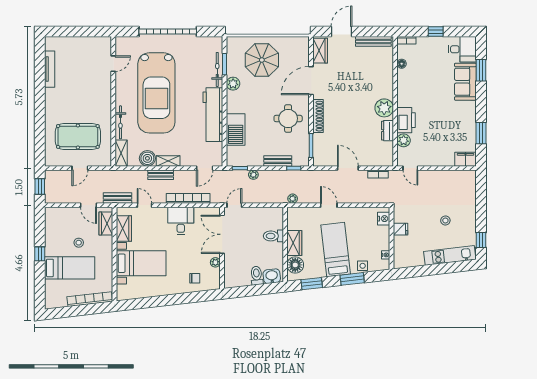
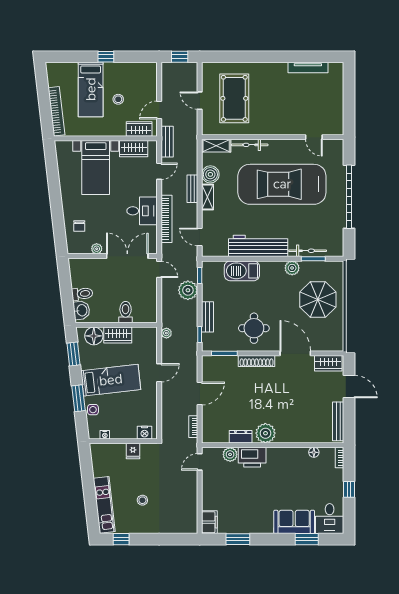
plant: (253, 175) -> (188, 290), width x1.87, depth x1.87

